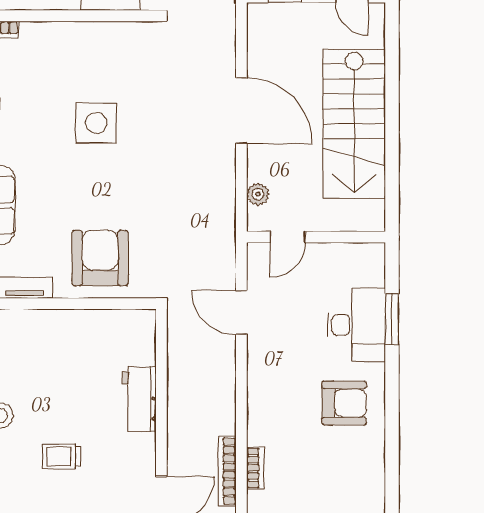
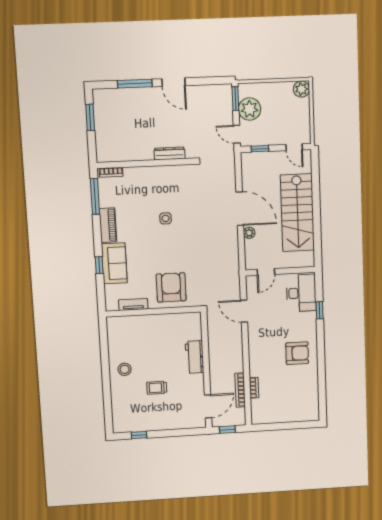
side table: (96, 123) -> (166, 218), width x0.54, depth x0.54
plant: (258, 194) -> (249, 233), moved
window: (392, 319) -> (320, 310), width x0.67
desk: (356, 325) -> (301, 293), moved

